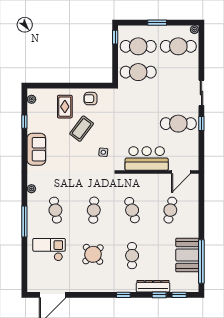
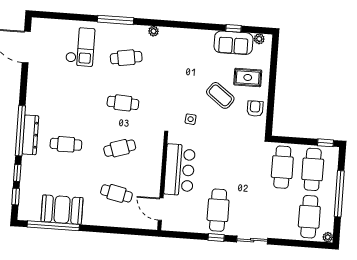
window: (157, 23) -> (339, 194), width x2.11
sofa: (36, 149) -> (233, 43), moved
round table: (93, 254) -> (71, 98), removed
dresser: (153, 286) -> (30, 135), moved
window: (123, 295) -> (20, 131), width x3.17

